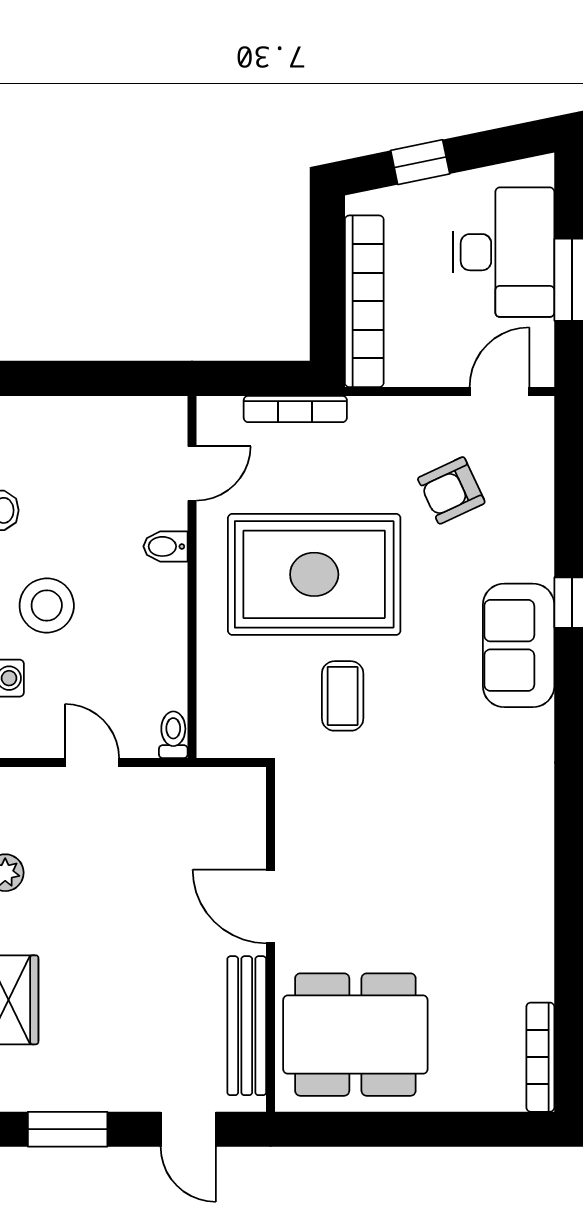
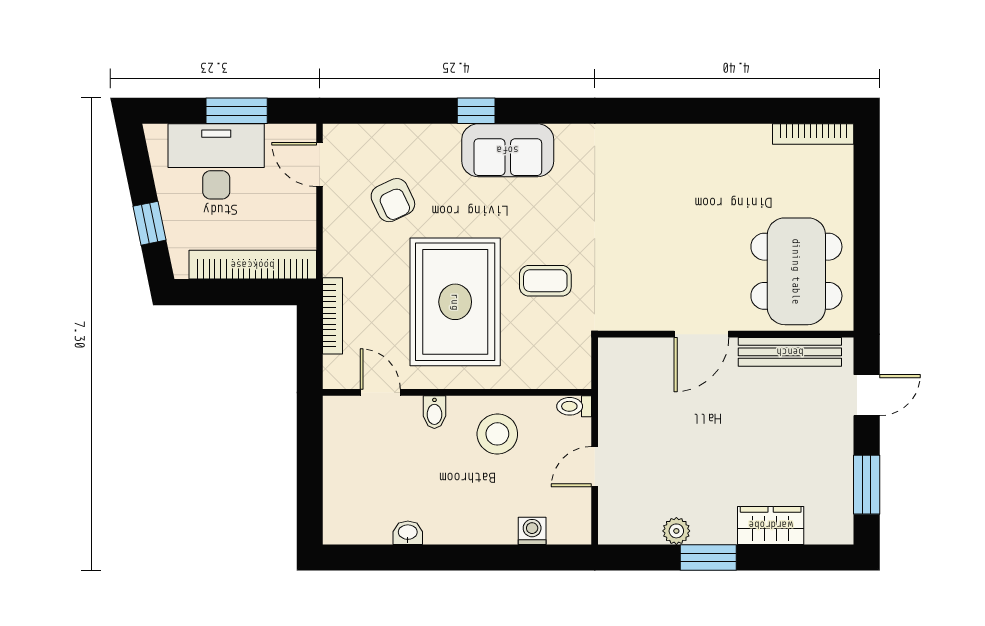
stool: (47, 605) -> (497, 434), moved

